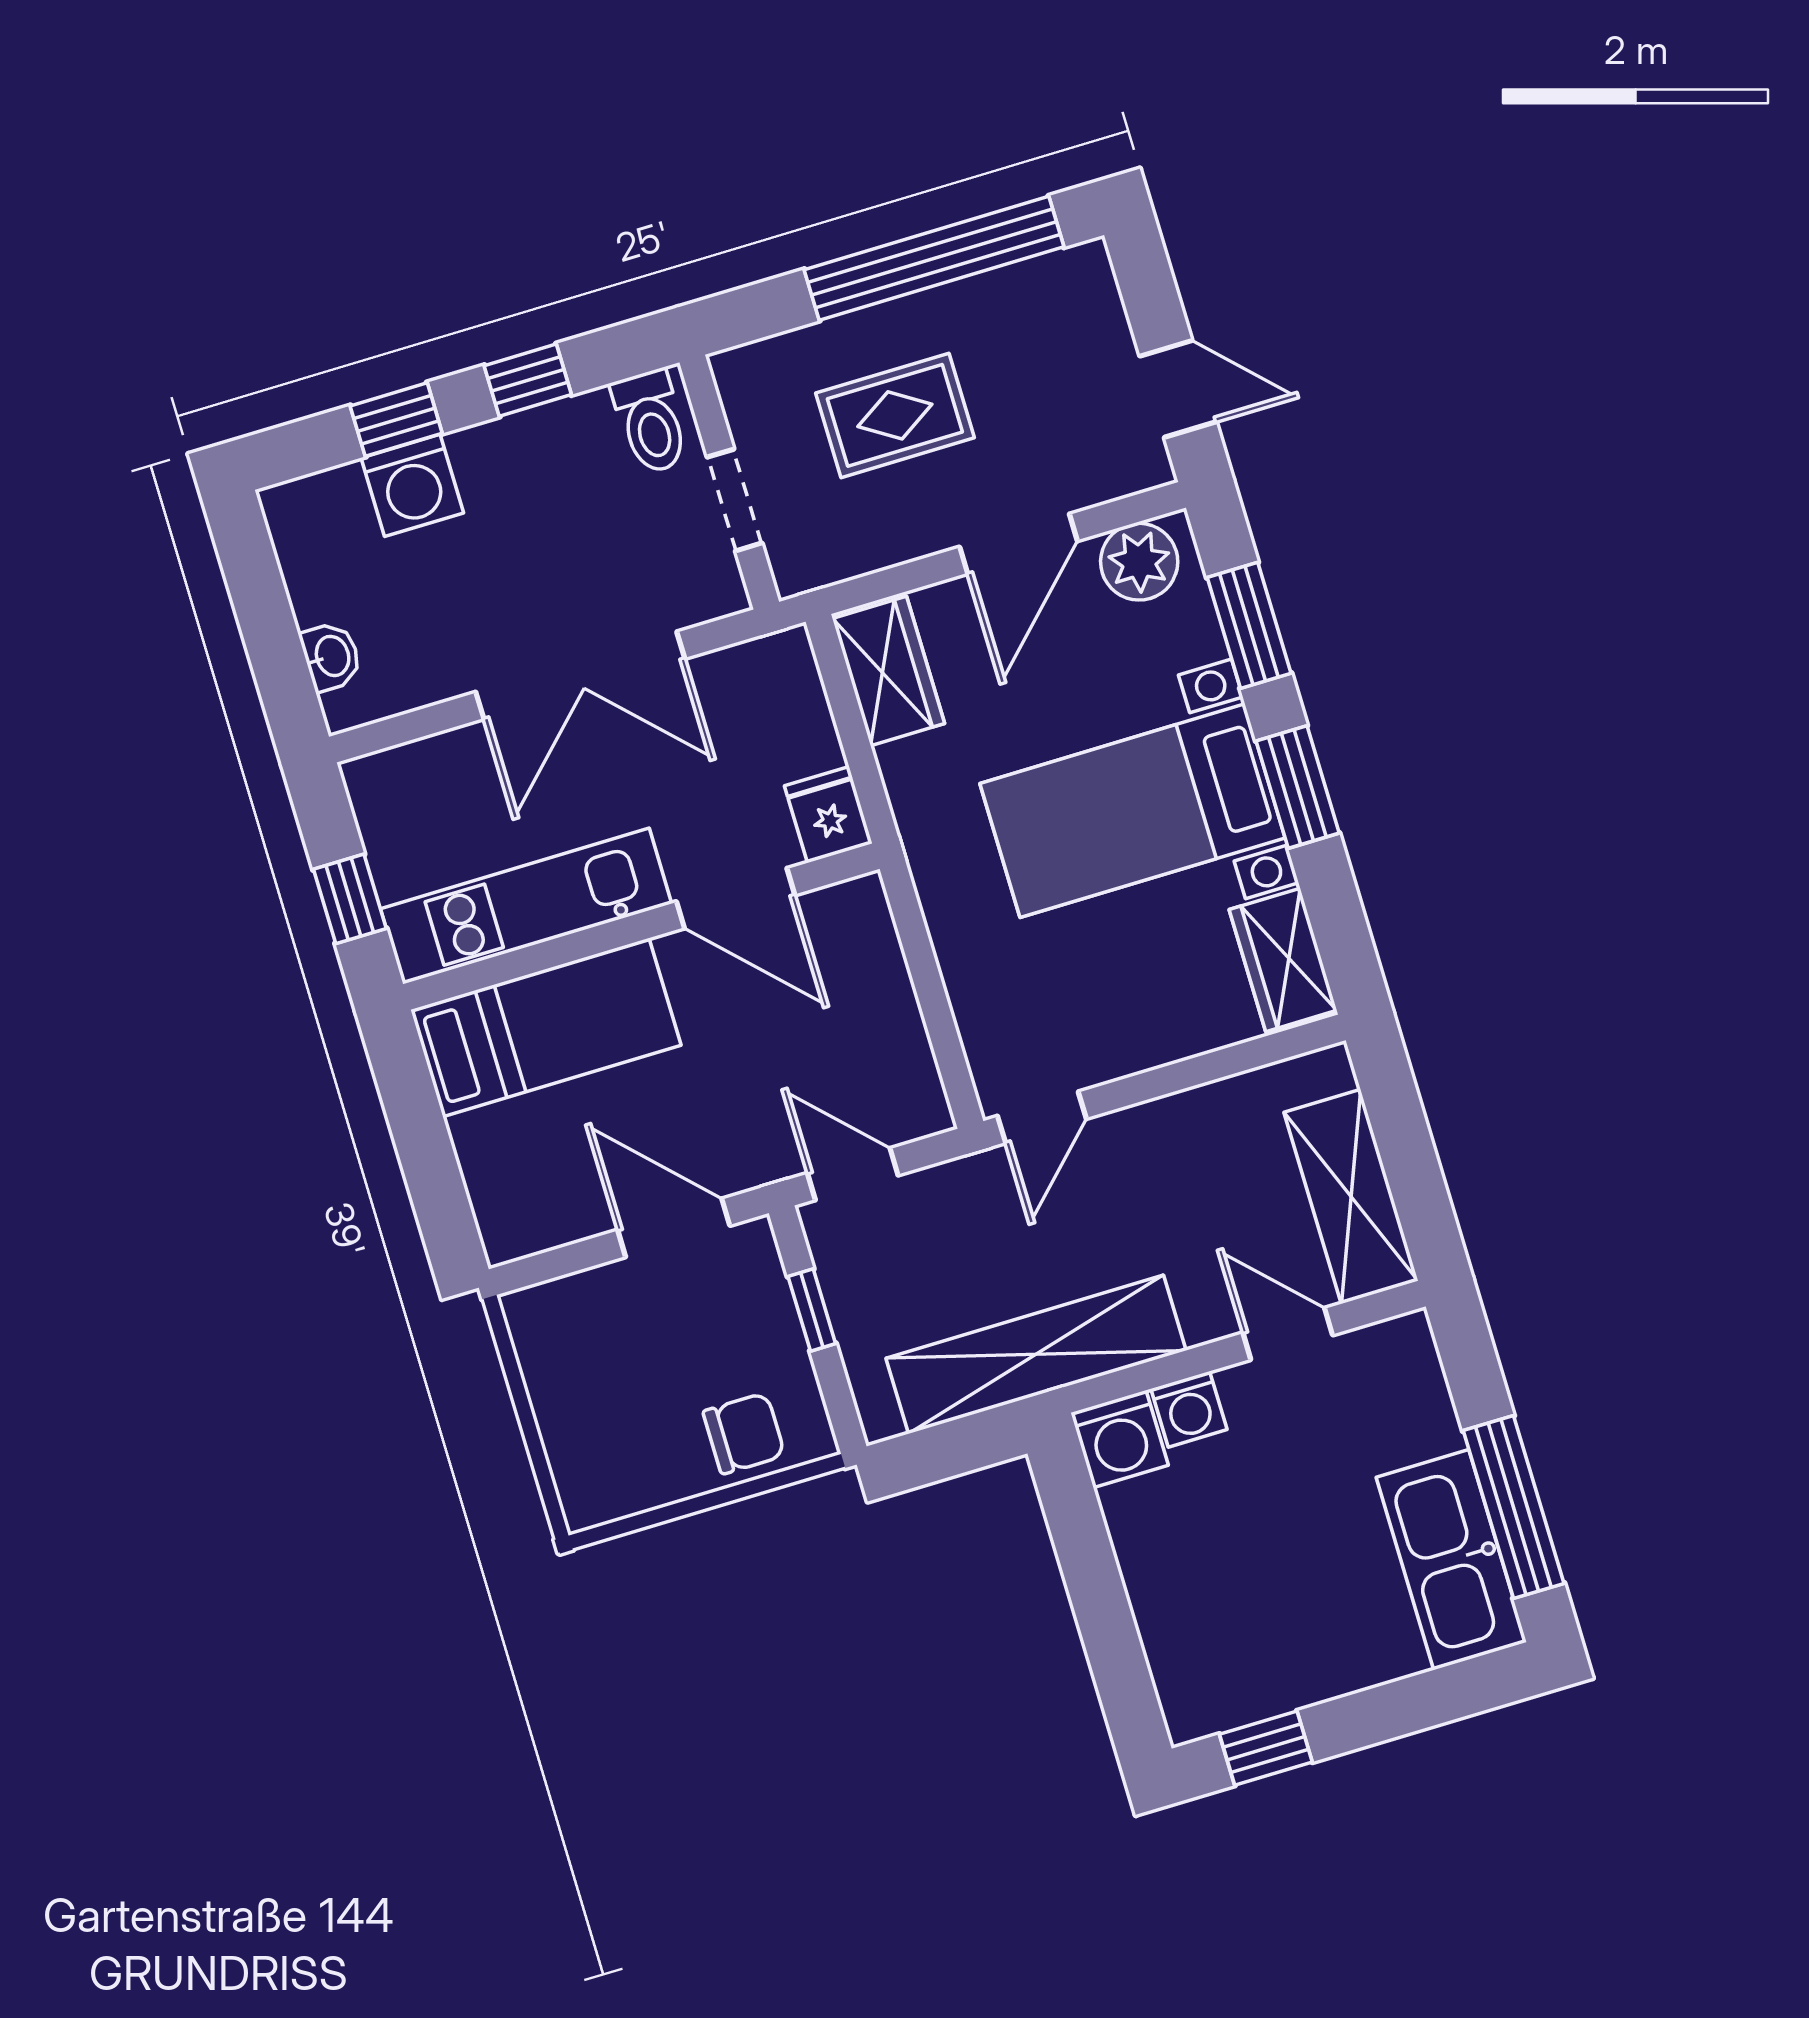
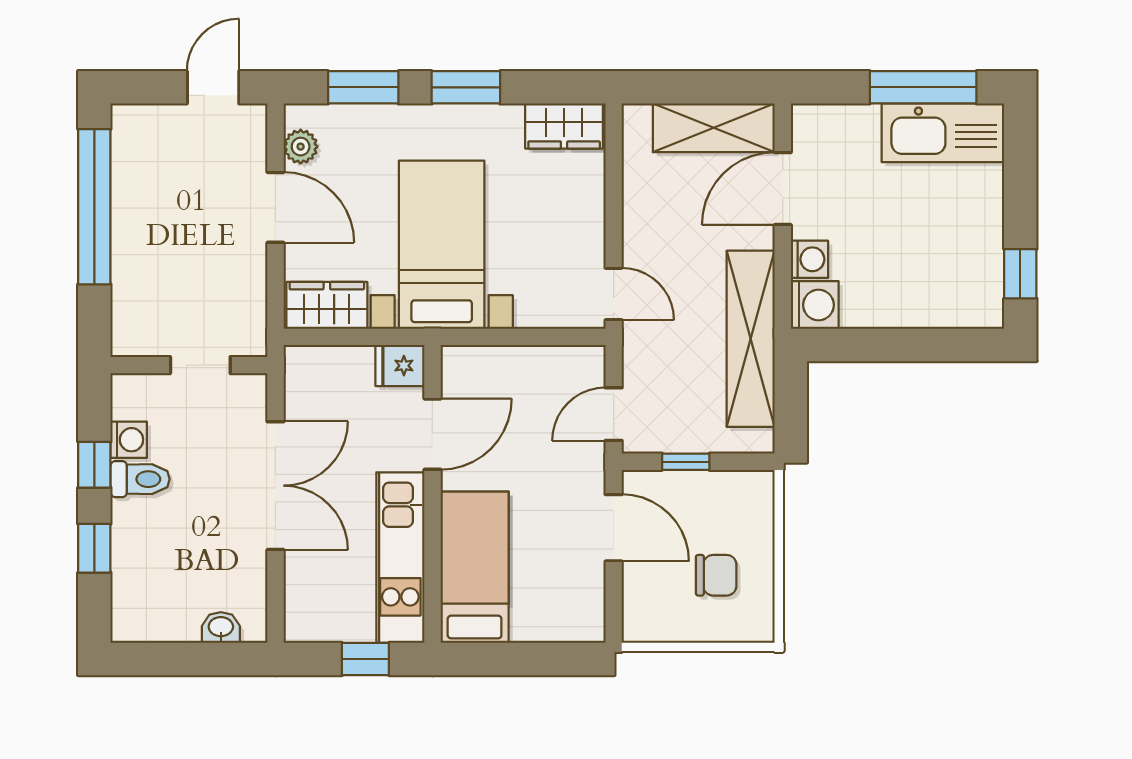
rug: (895, 415) -> (179, 257), removed
toilet: (651, 422) -> (140, 479), moved
washing machine: (412, 485) -> (129, 440), moved, width x0.73, depth x0.73
plant: (1139, 562) -> (301, 147), width x0.73, depth x0.73
bed with nightstands: (1133, 811) -> (442, 245), moved, turned 180
door: (674, 1228) -> (614, 528), swing flipped
door: (1288, 1334) -> (783, 189), width x1.38
chair: (744, 1433) -> (716, 575), moved, turned 90

